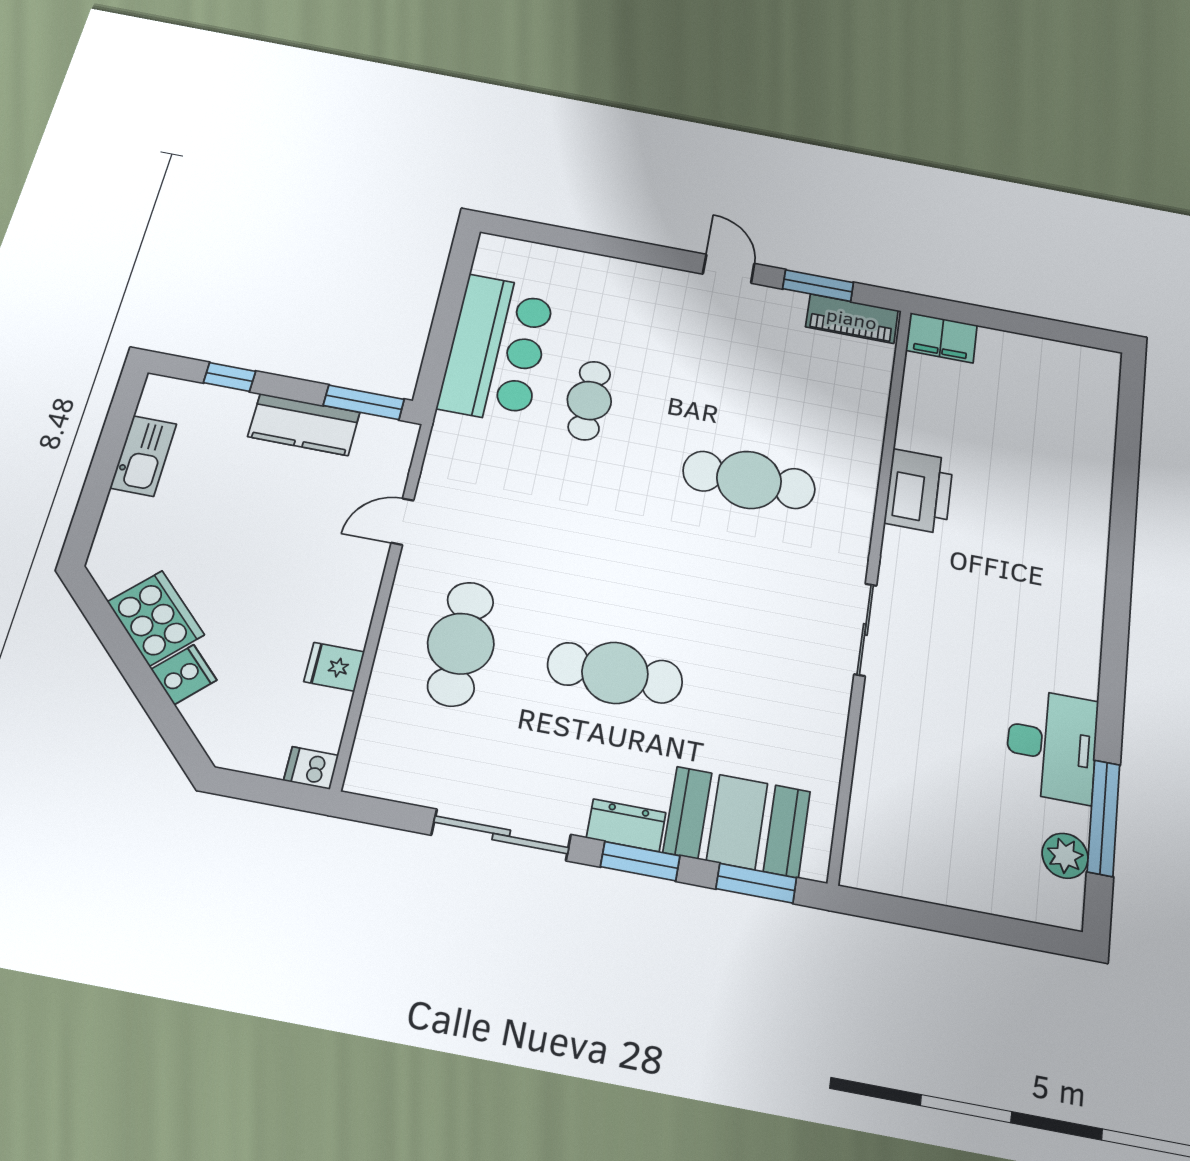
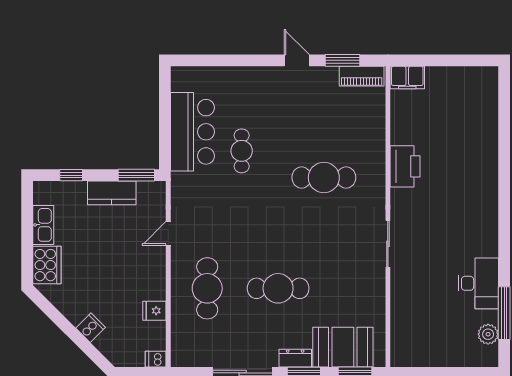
cooker: (156, 618) -> (47, 265), moved, turned 45

